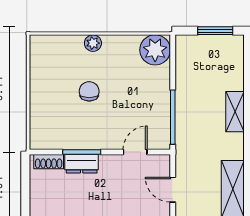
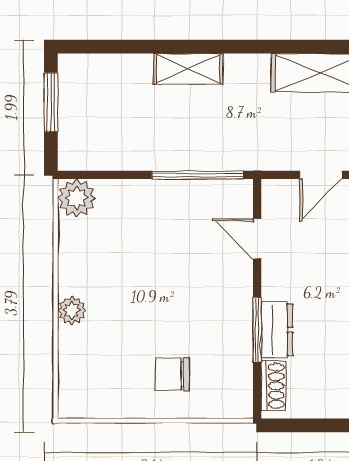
plant: (155, 50) -> (77, 198), width x0.73, depth x0.73
chair: (89, 91) -> (172, 374), moved

